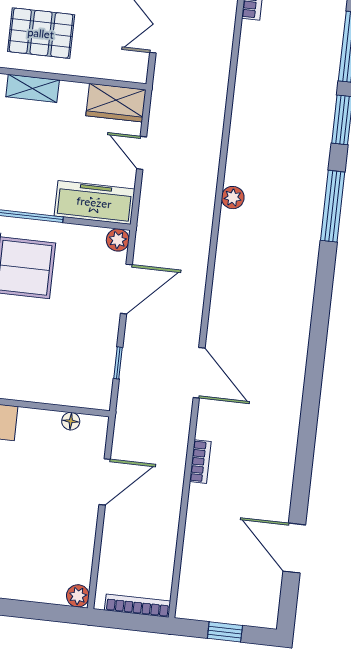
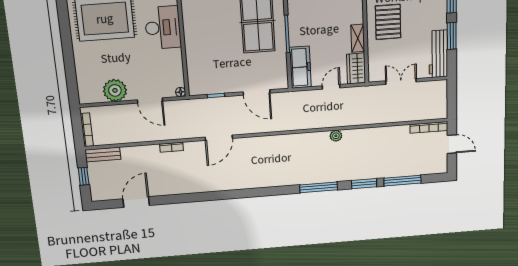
shelving: (33, 88) -> (358, 38), moved
plant: (233, 198) -> (336, 136), moved
plant: (118, 240) -> (282, 83), removed
floor lamp: (71, 421) -> (181, 92), moved
bench: (190, 588) -> (103, 154), added
plant: (78, 596) -> (115, 90), moved, width x1.88, depth x1.88

